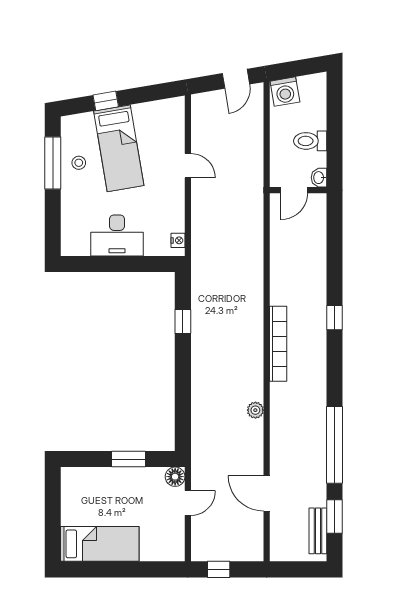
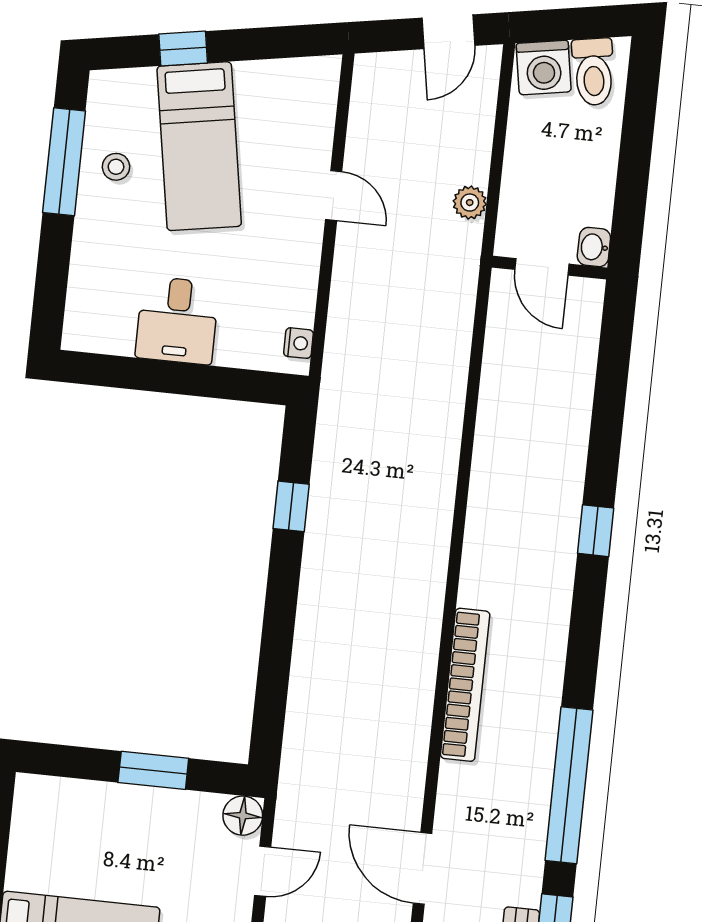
toilet: (310, 141) -> (593, 72), moved, turned -100
door: (294, 190) -> (542, 267), hinge flipped
desk: (117, 235) -> (177, 320), width x0.73
bookcase: (278, 344) -> (465, 685), moved
plant: (255, 410) -> (470, 203), moved

